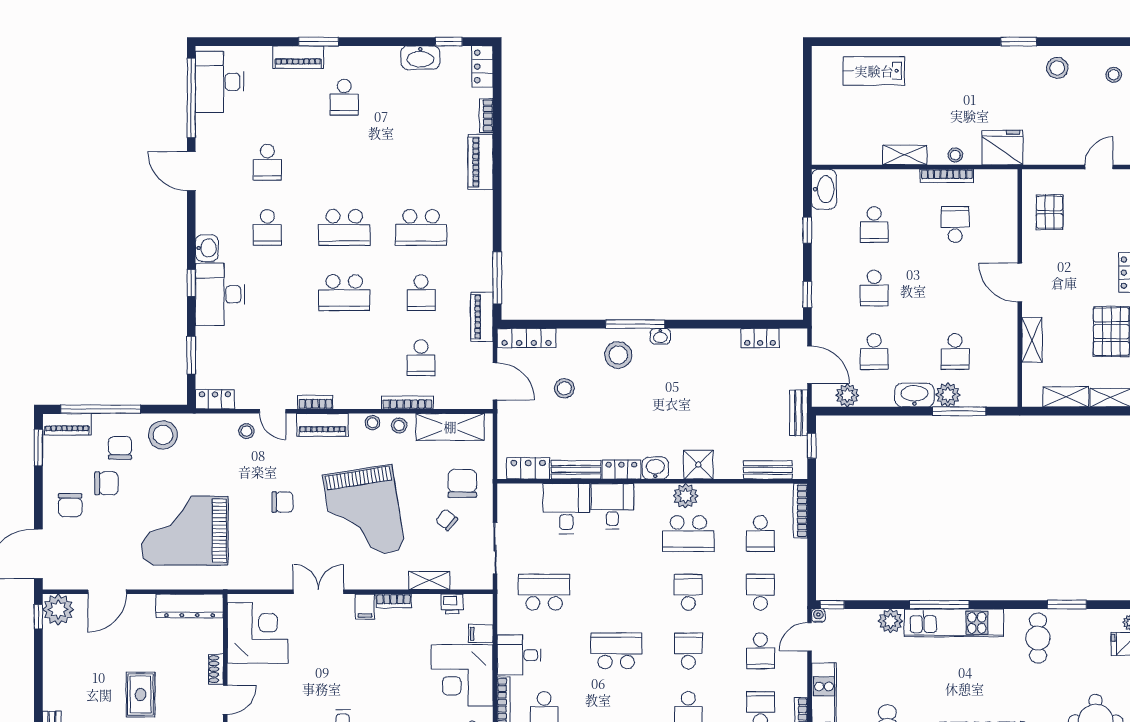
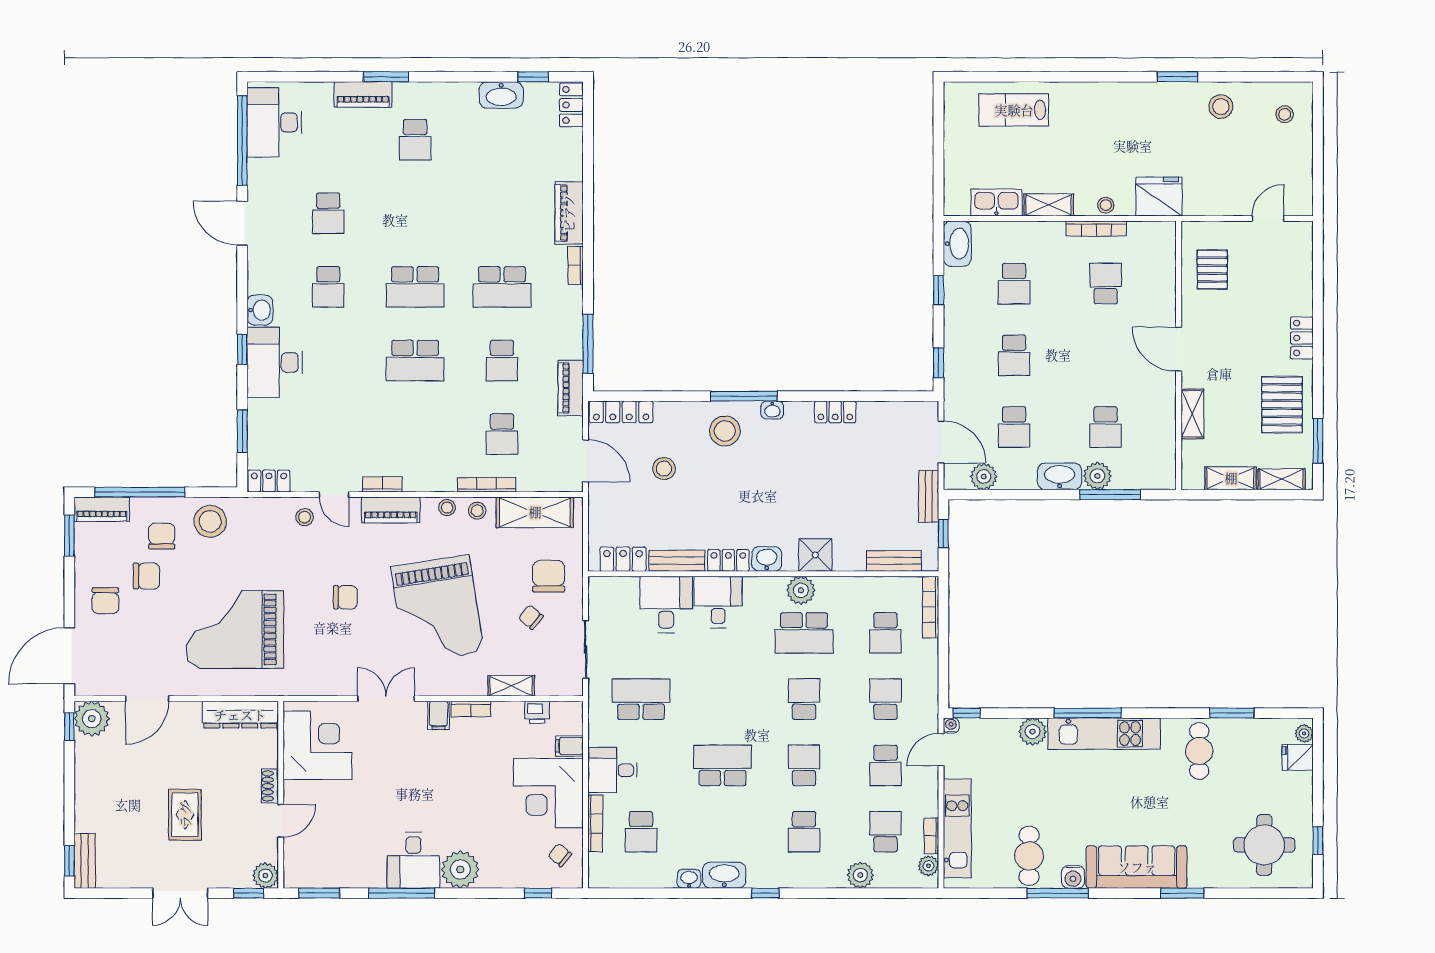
bookcase: (486, 116) -> (576, 265), moved
kitchen sink: (859, 153) -> (996, 203), added
locker: (760, 338) -> (835, 412), moved

